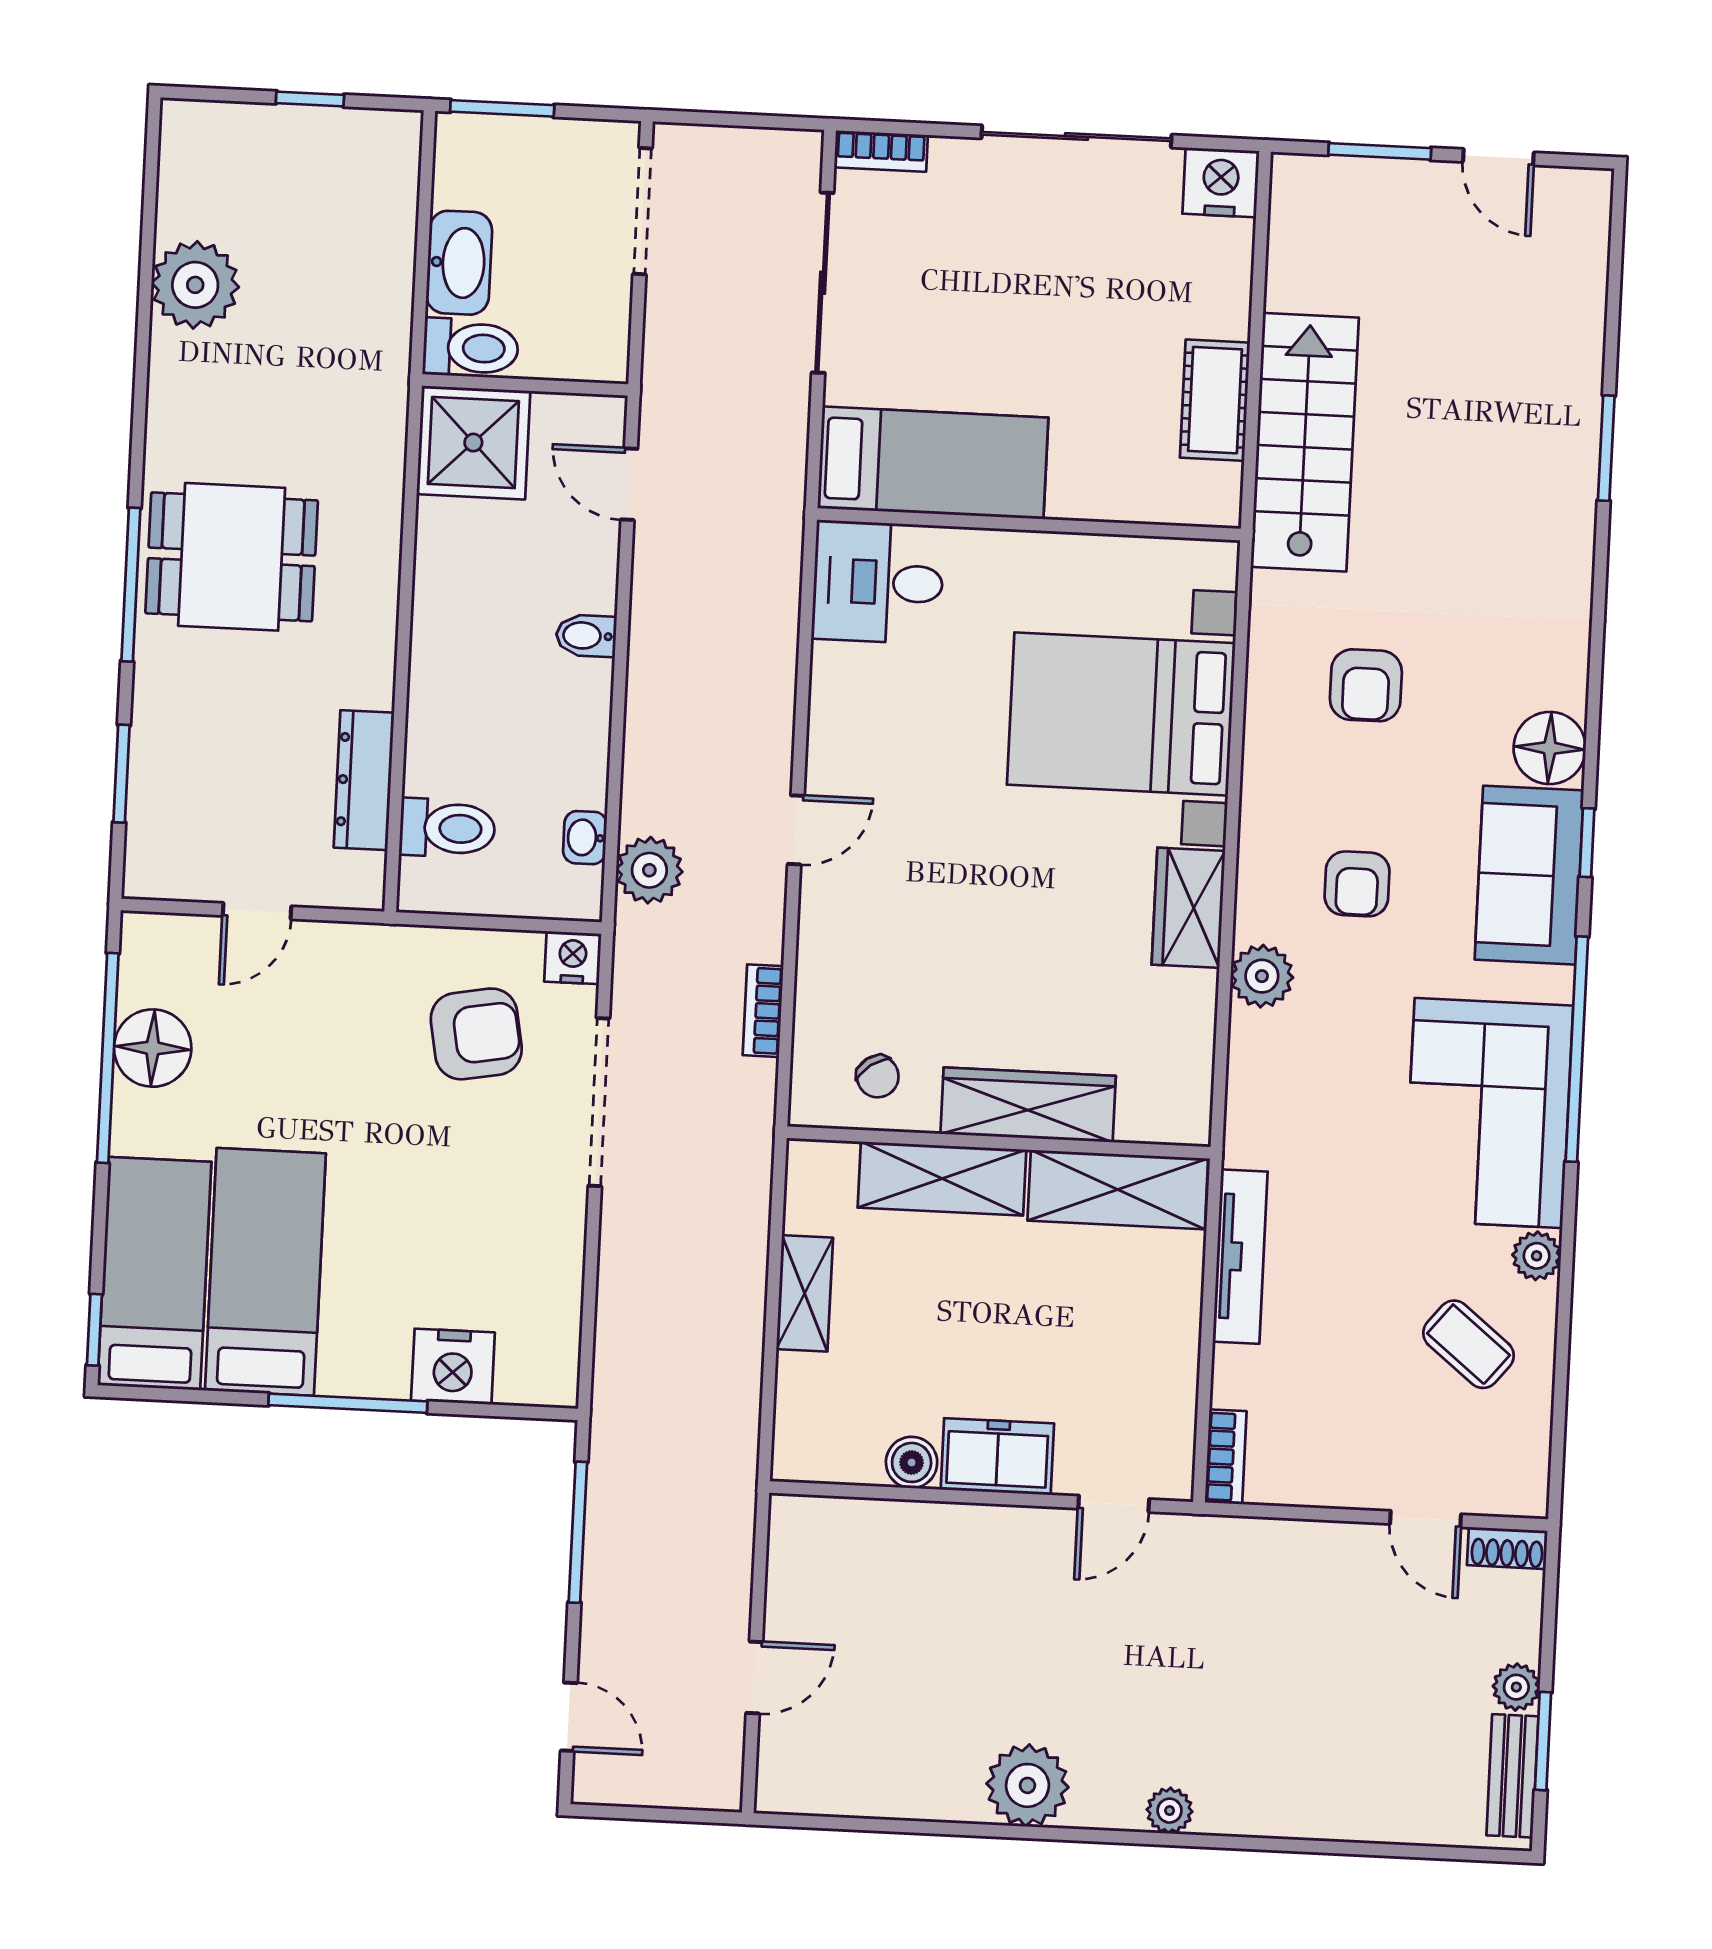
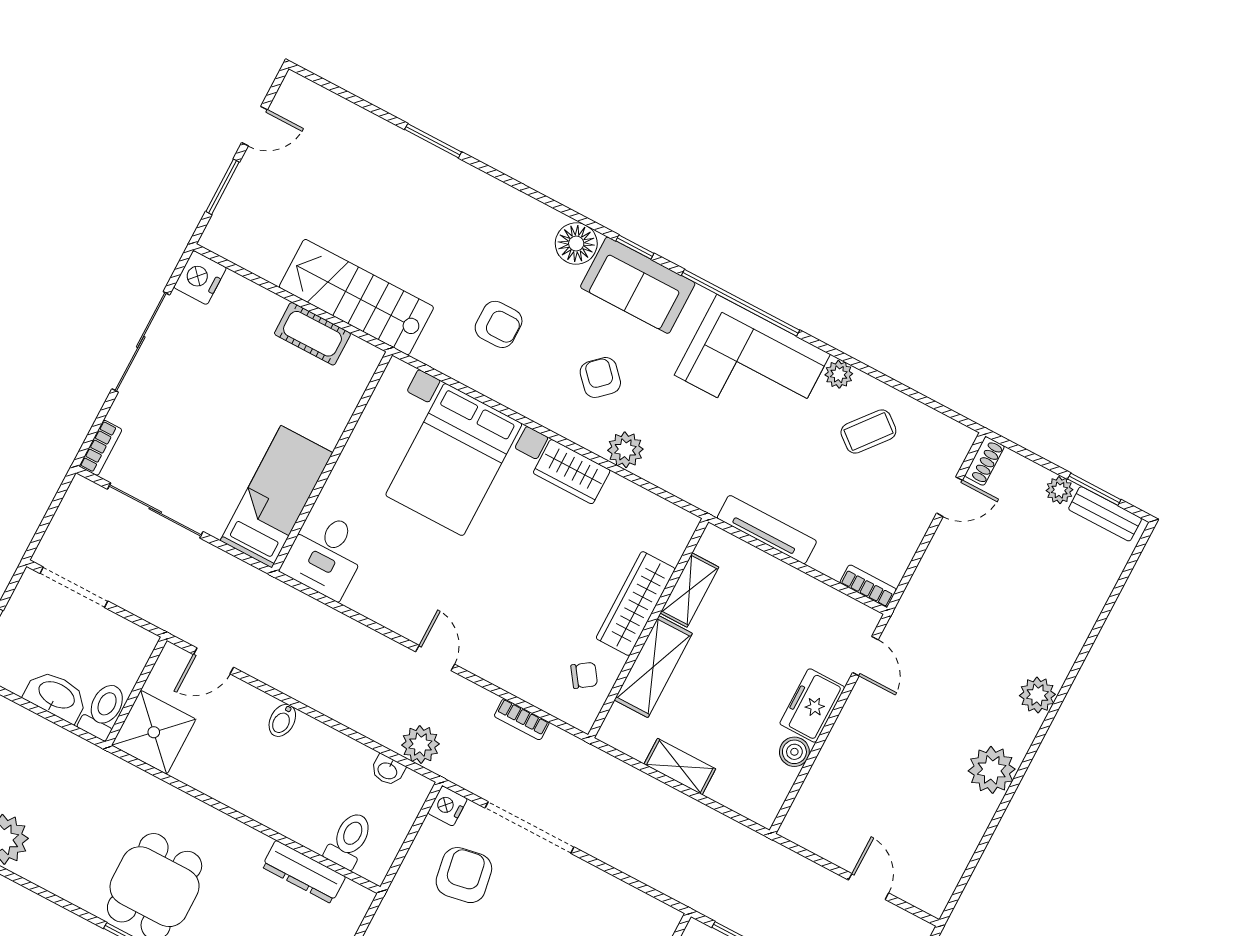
armchair: (1357, 884) -> (600, 377), turned -133
shelving: (1118, 1190) -> (689, 590), width x0.67, depth x0.75
plant: (1170, 1811) -> (1037, 695), width x1.38, depth x1.38

